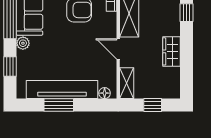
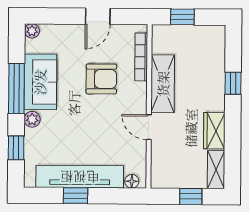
shelving: (127, 83) -> (216, 170), moved
window: (59, 105) -> (75, 196), width x0.67

